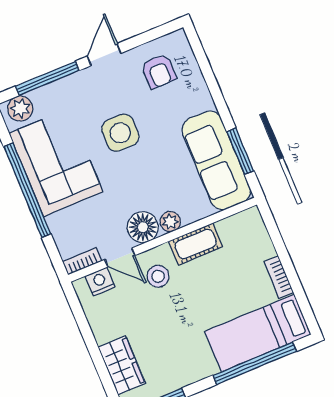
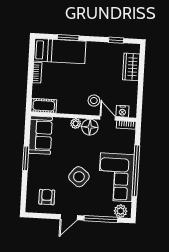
side table: (120, 133) -> (79, 177), turned 38
window: (240, 151) -> (26, 158), moved
sofa: (216, 160) -> (40, 135), width x0.73
cot: (196, 244) -> (44, 106), moved
window: (255, 363) -> (68, 37), width x0.47

